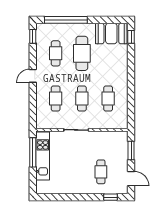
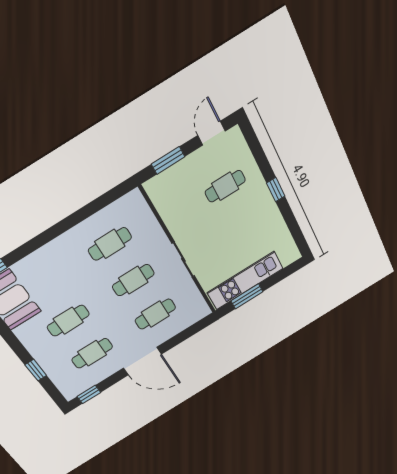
window: (66, 20) -> (36, 370), width x0.32
cafe table: (82, 53) -> (68, 321), width x0.73, depth x0.74
door: (33, 76) -> (142, 361), width x1.88
window: (33, 152) -> (247, 296), width x0.69
window: (111, 197) -> (276, 190), moved

